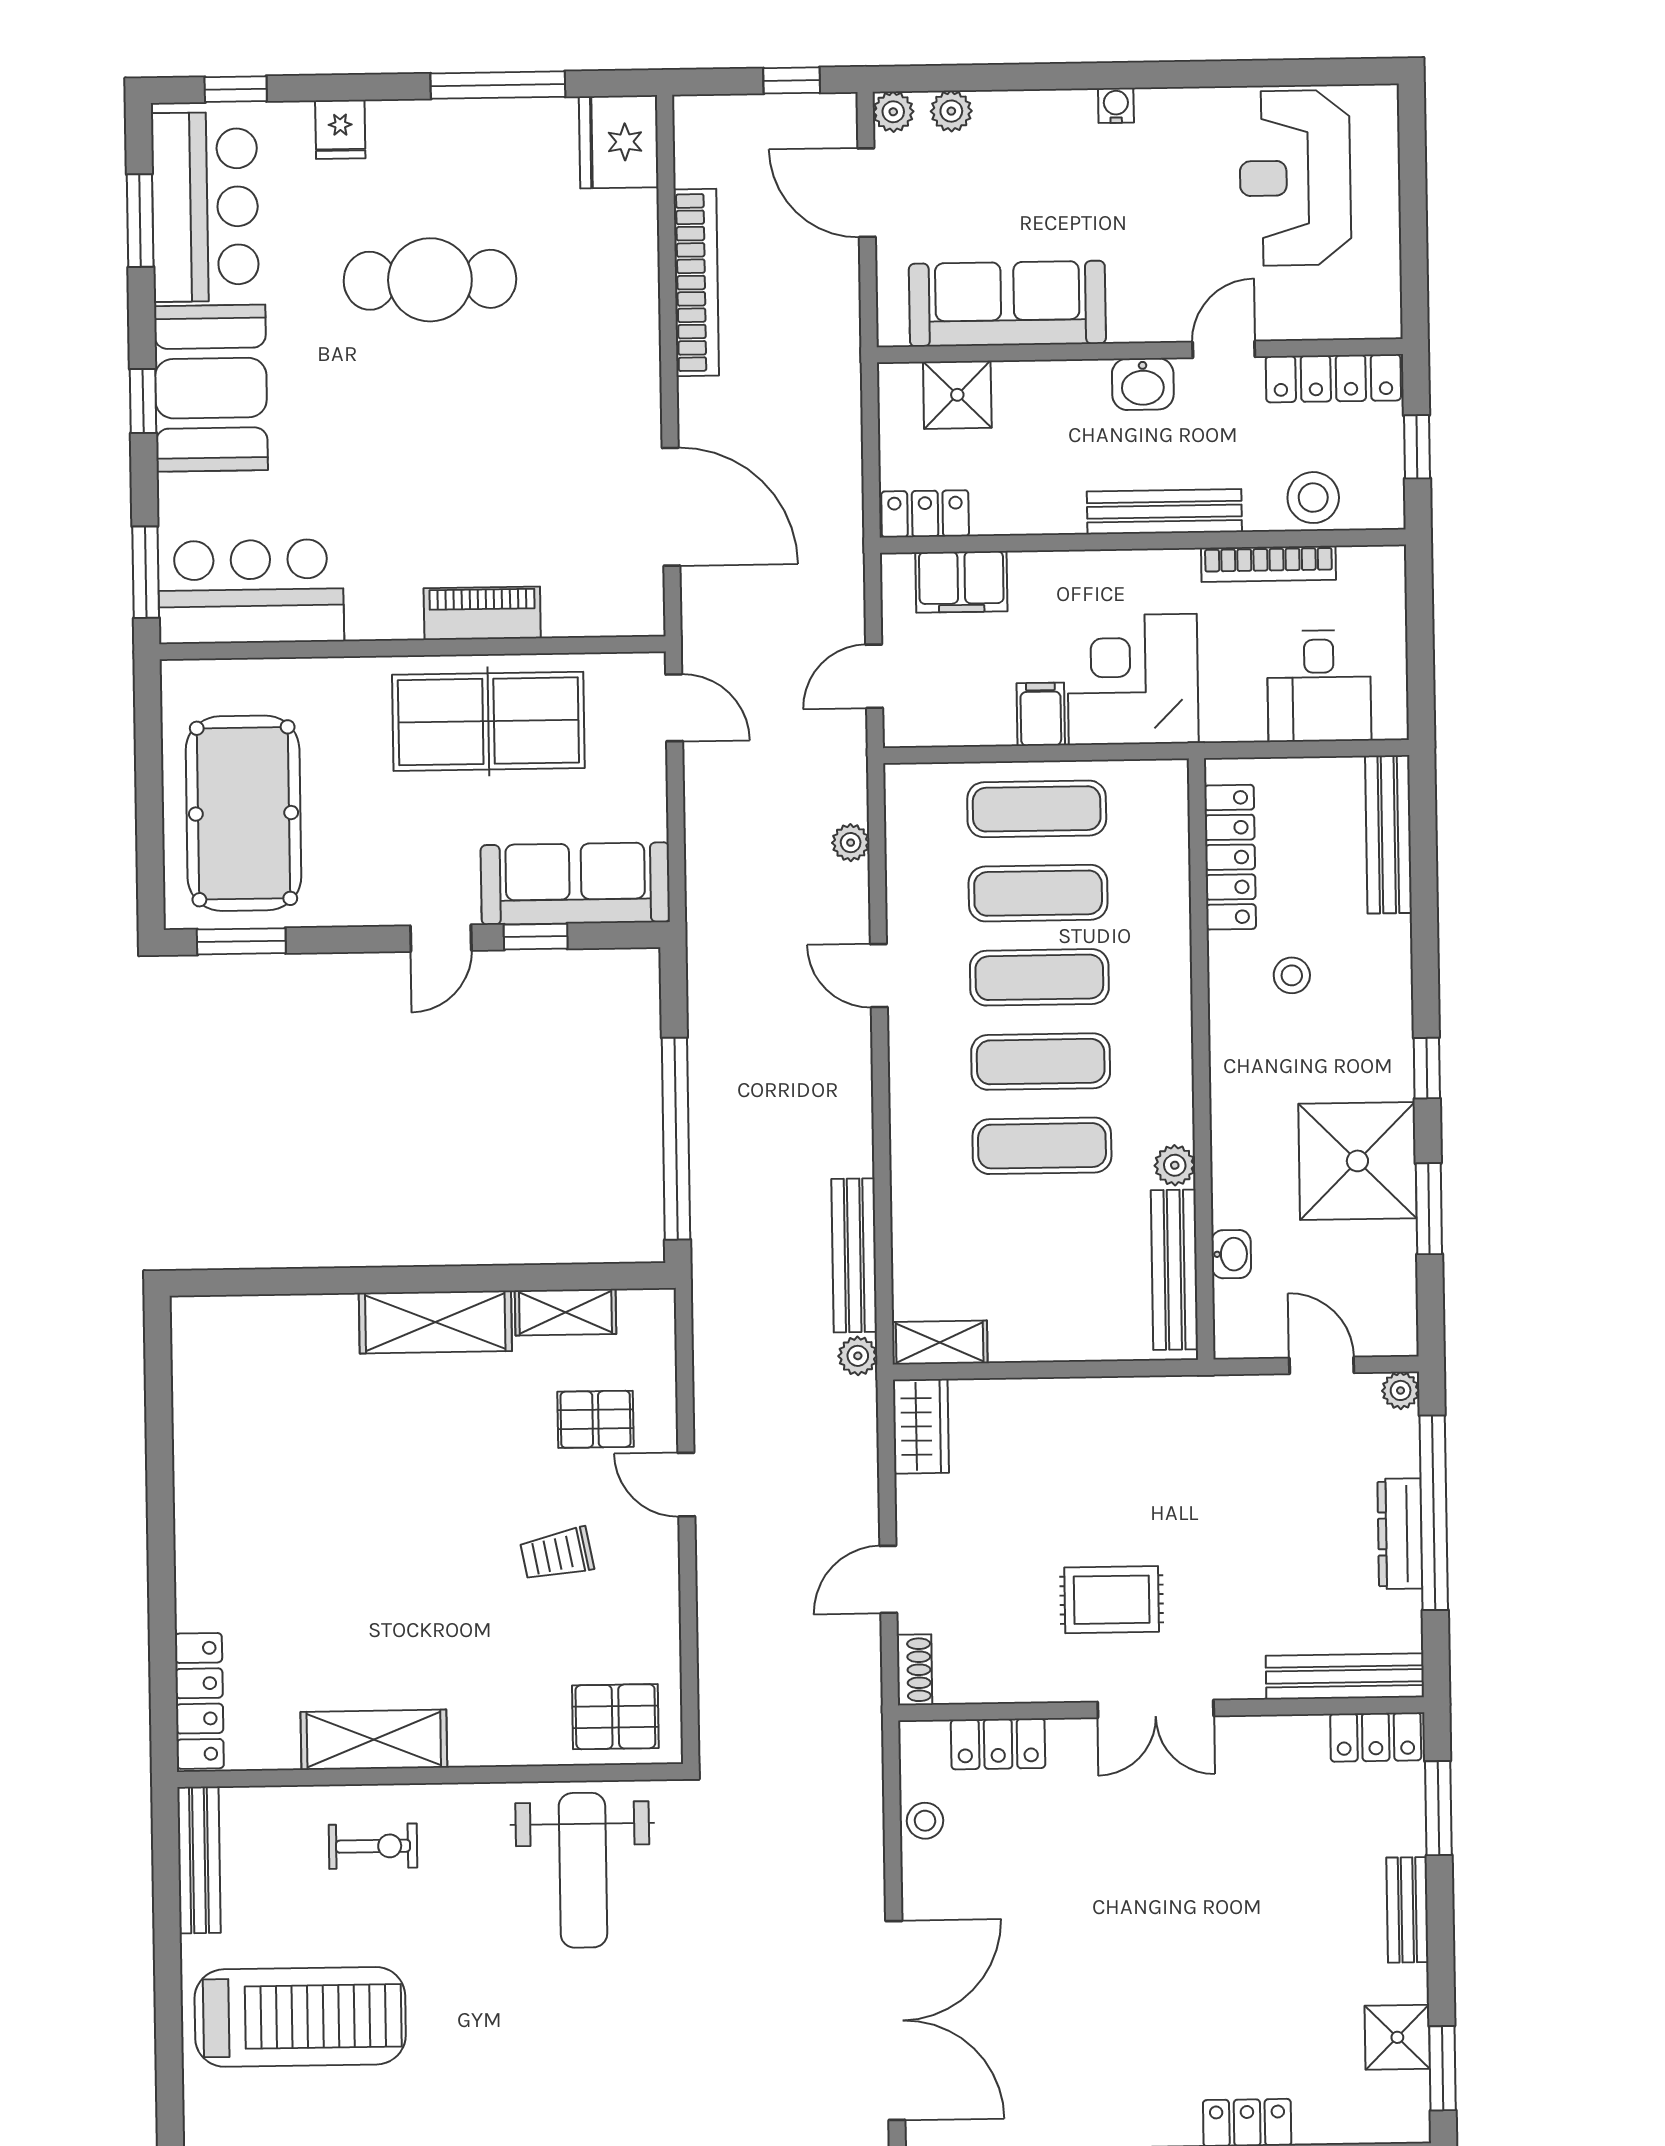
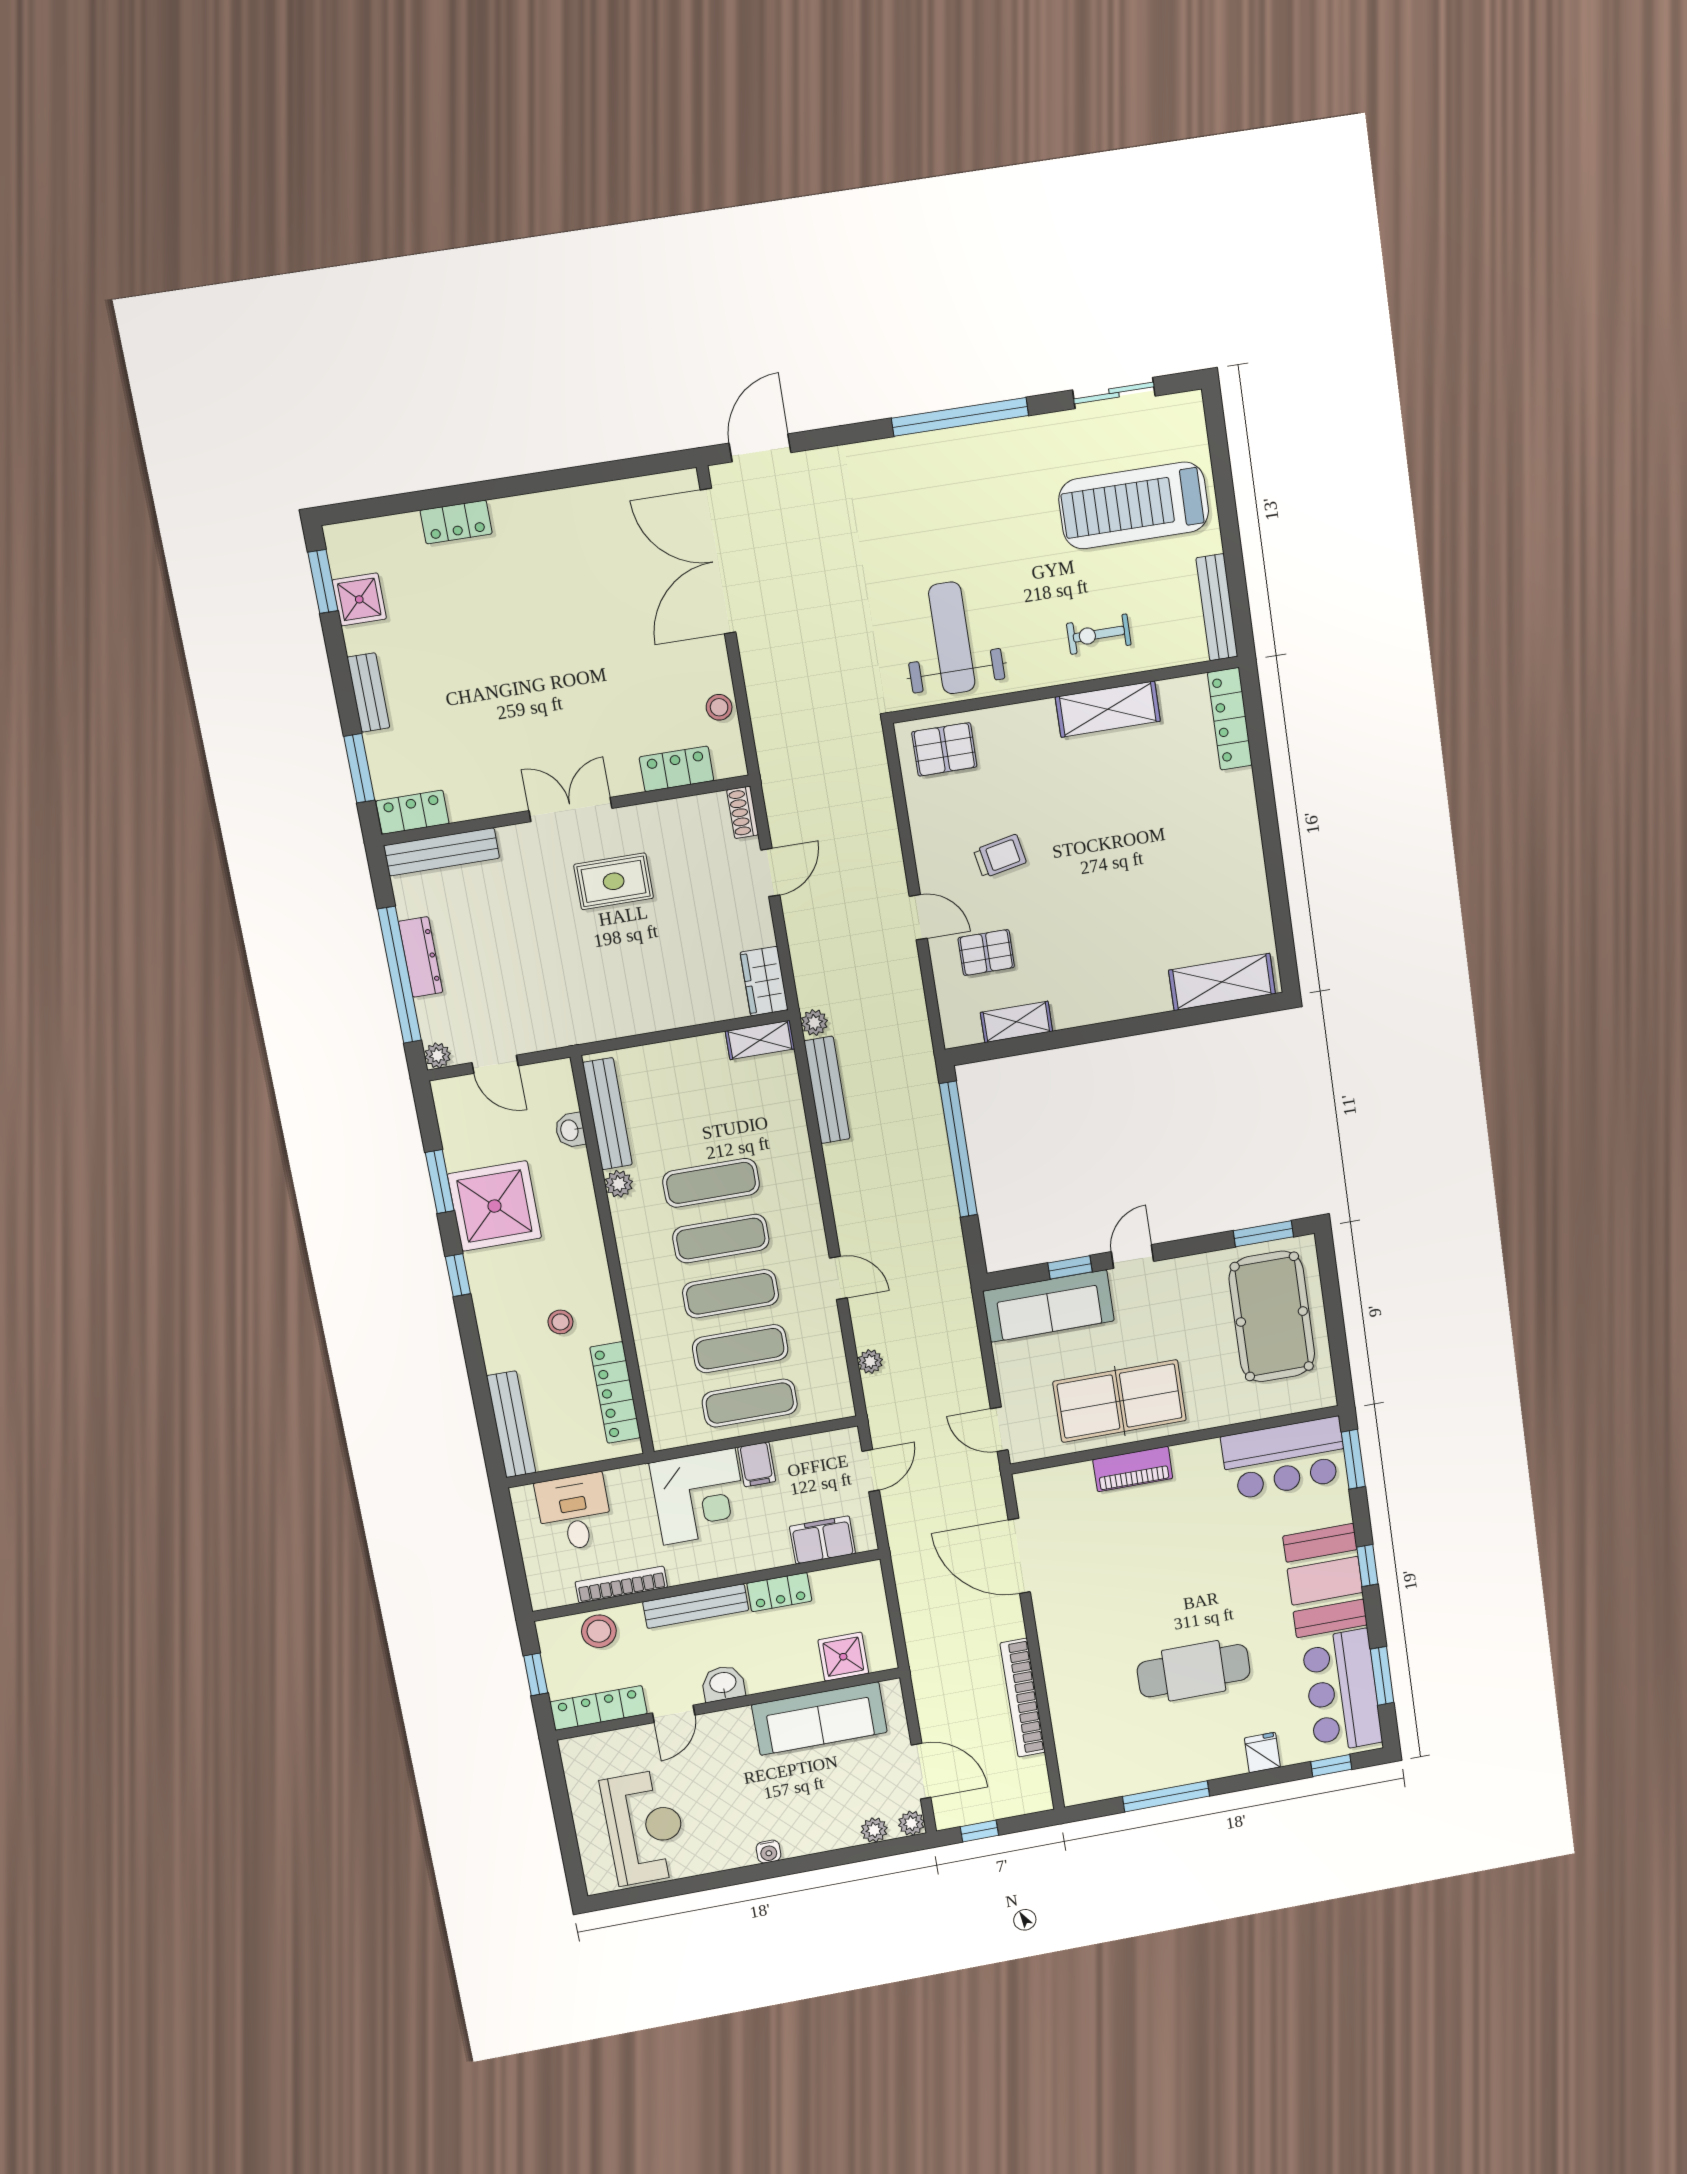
fridge: (619, 142) -> (1084, 1775), removed
locker: (925, 514) -> (779, 1592), moved
shelving: (435, 1322) -> (1222, 982), moved

